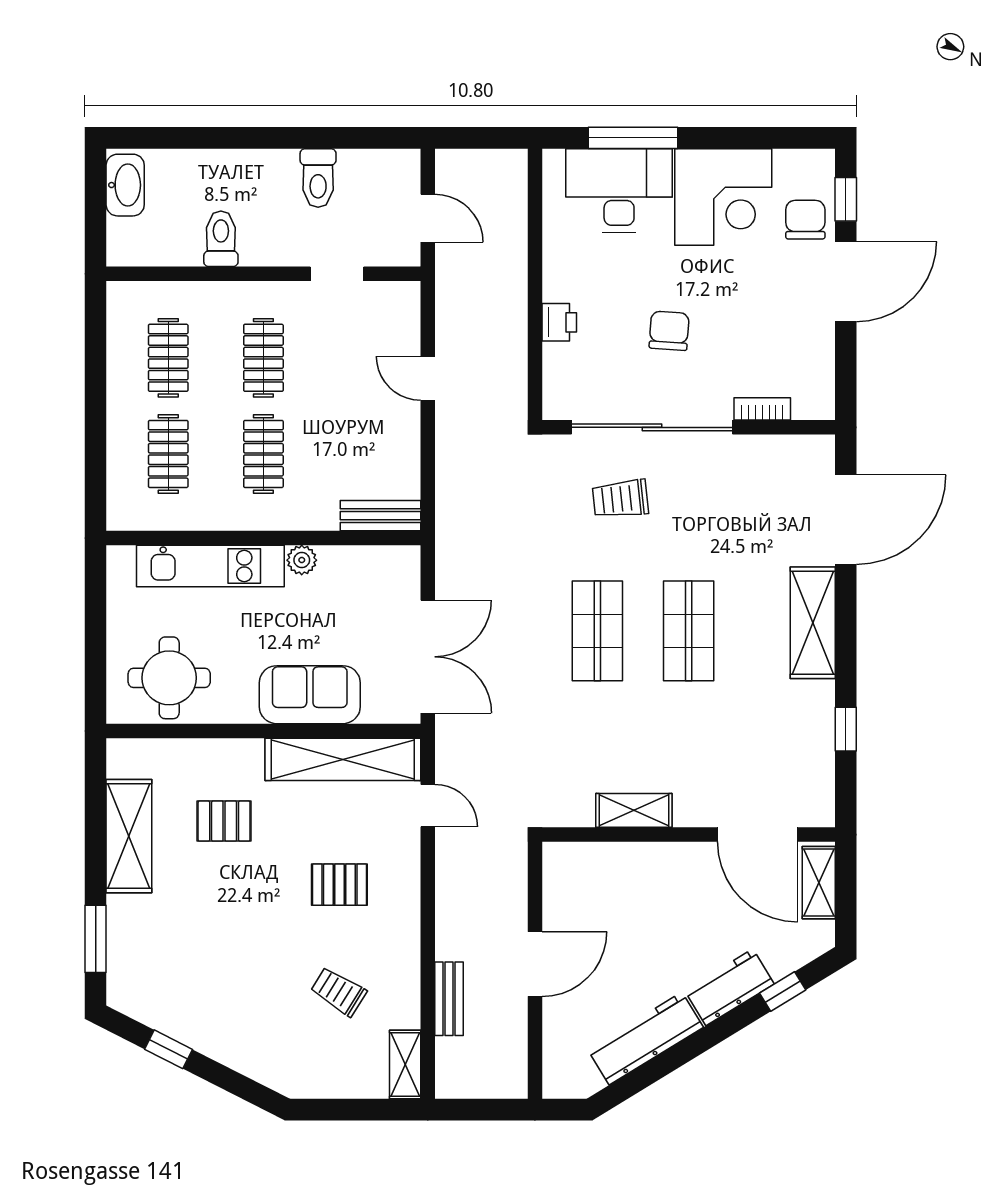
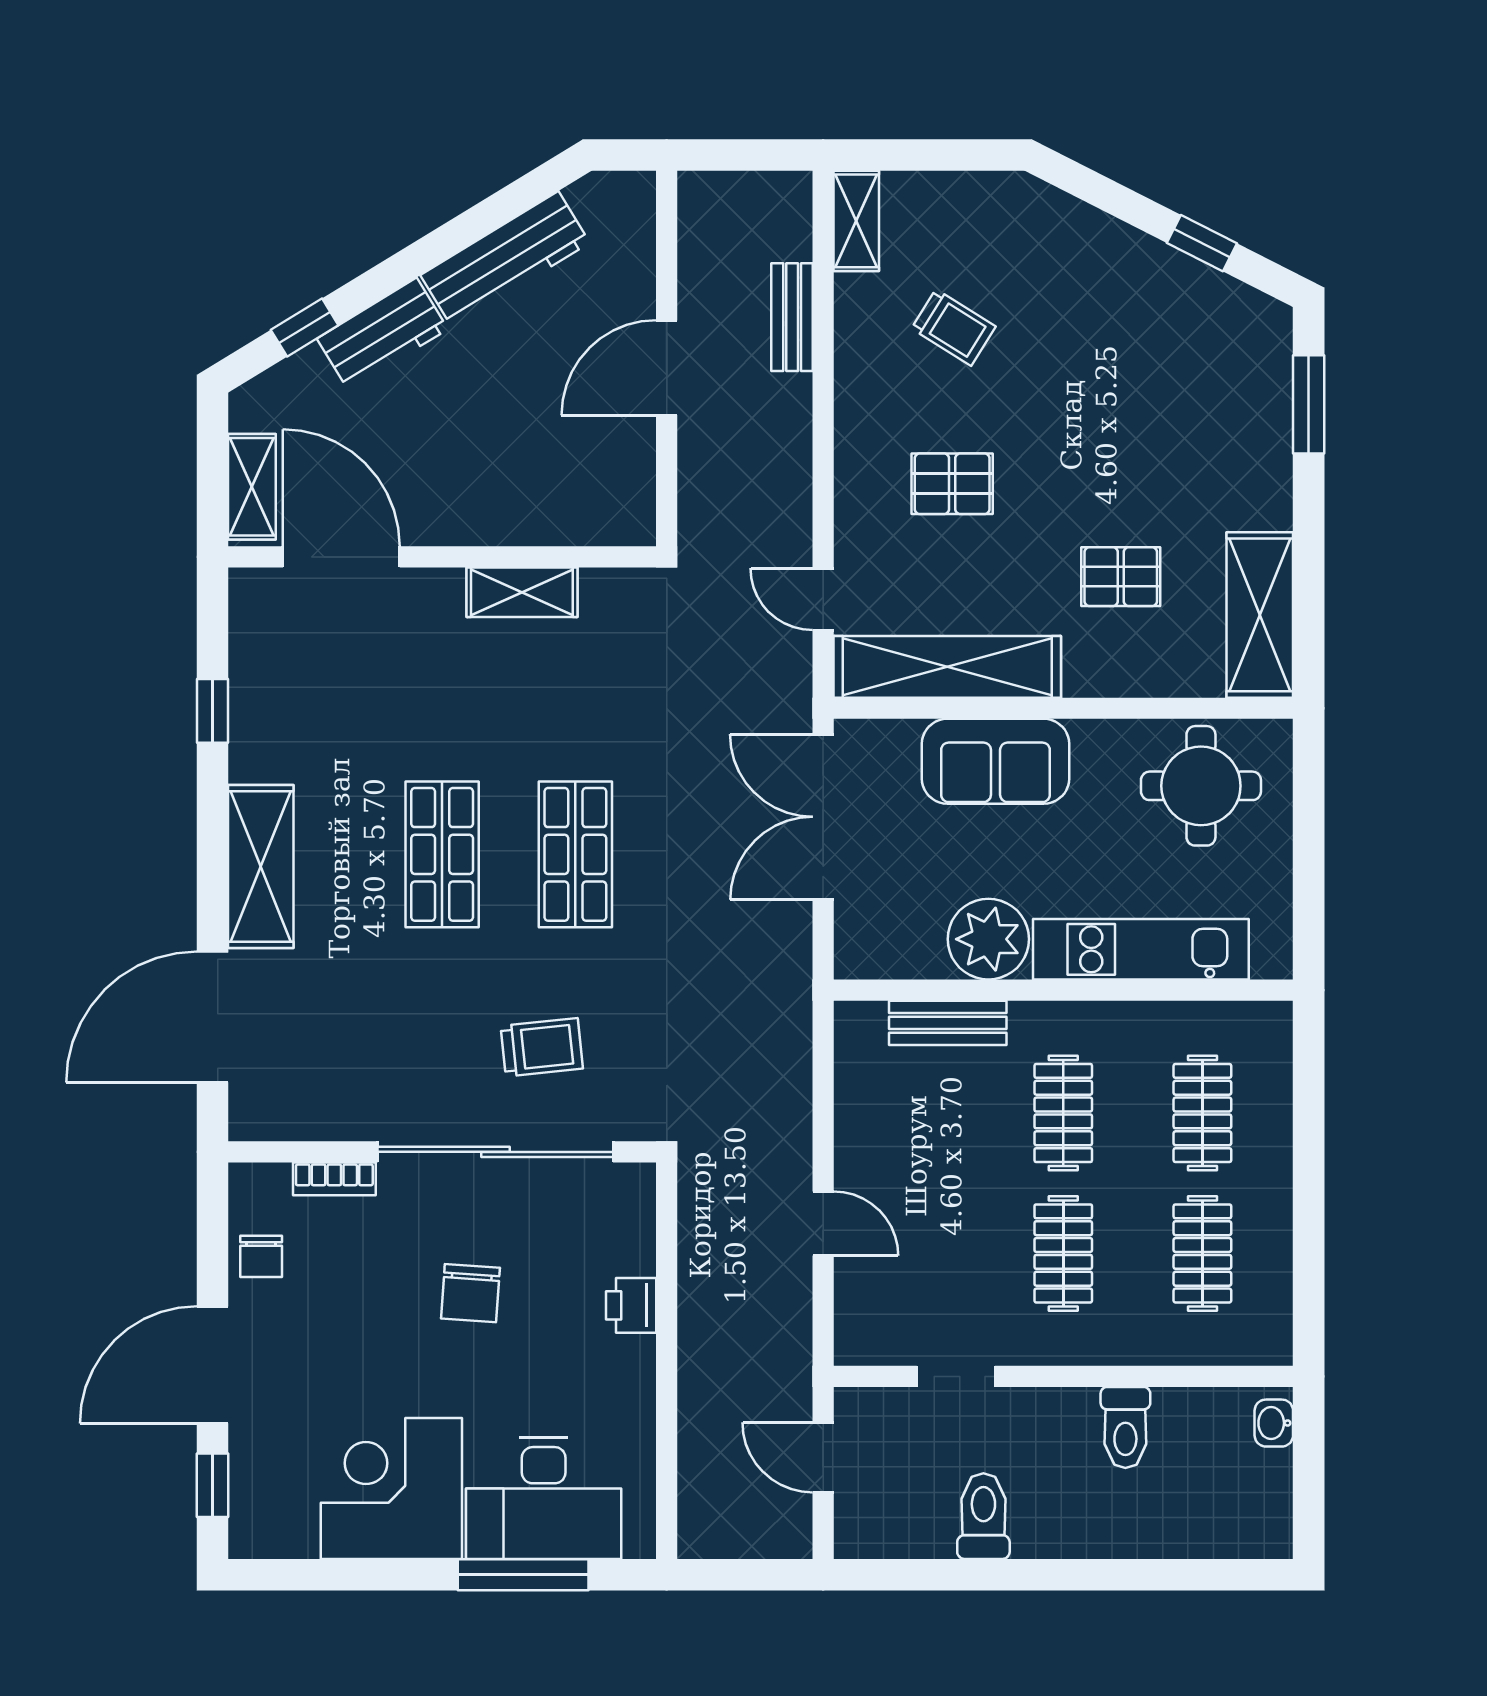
washbasin: (125, 185) -> (1274, 1423), moved, width x0.52, depth x0.69
chair: (805, 220) -> (261, 1256), moved, width x0.73, depth x0.73
bench: (381, 516) -> (948, 1023), moved
plant: (302, 560) -> (988, 939), width x1.88, depth x1.88
shelving: (129, 836) -> (1260, 615), moved

